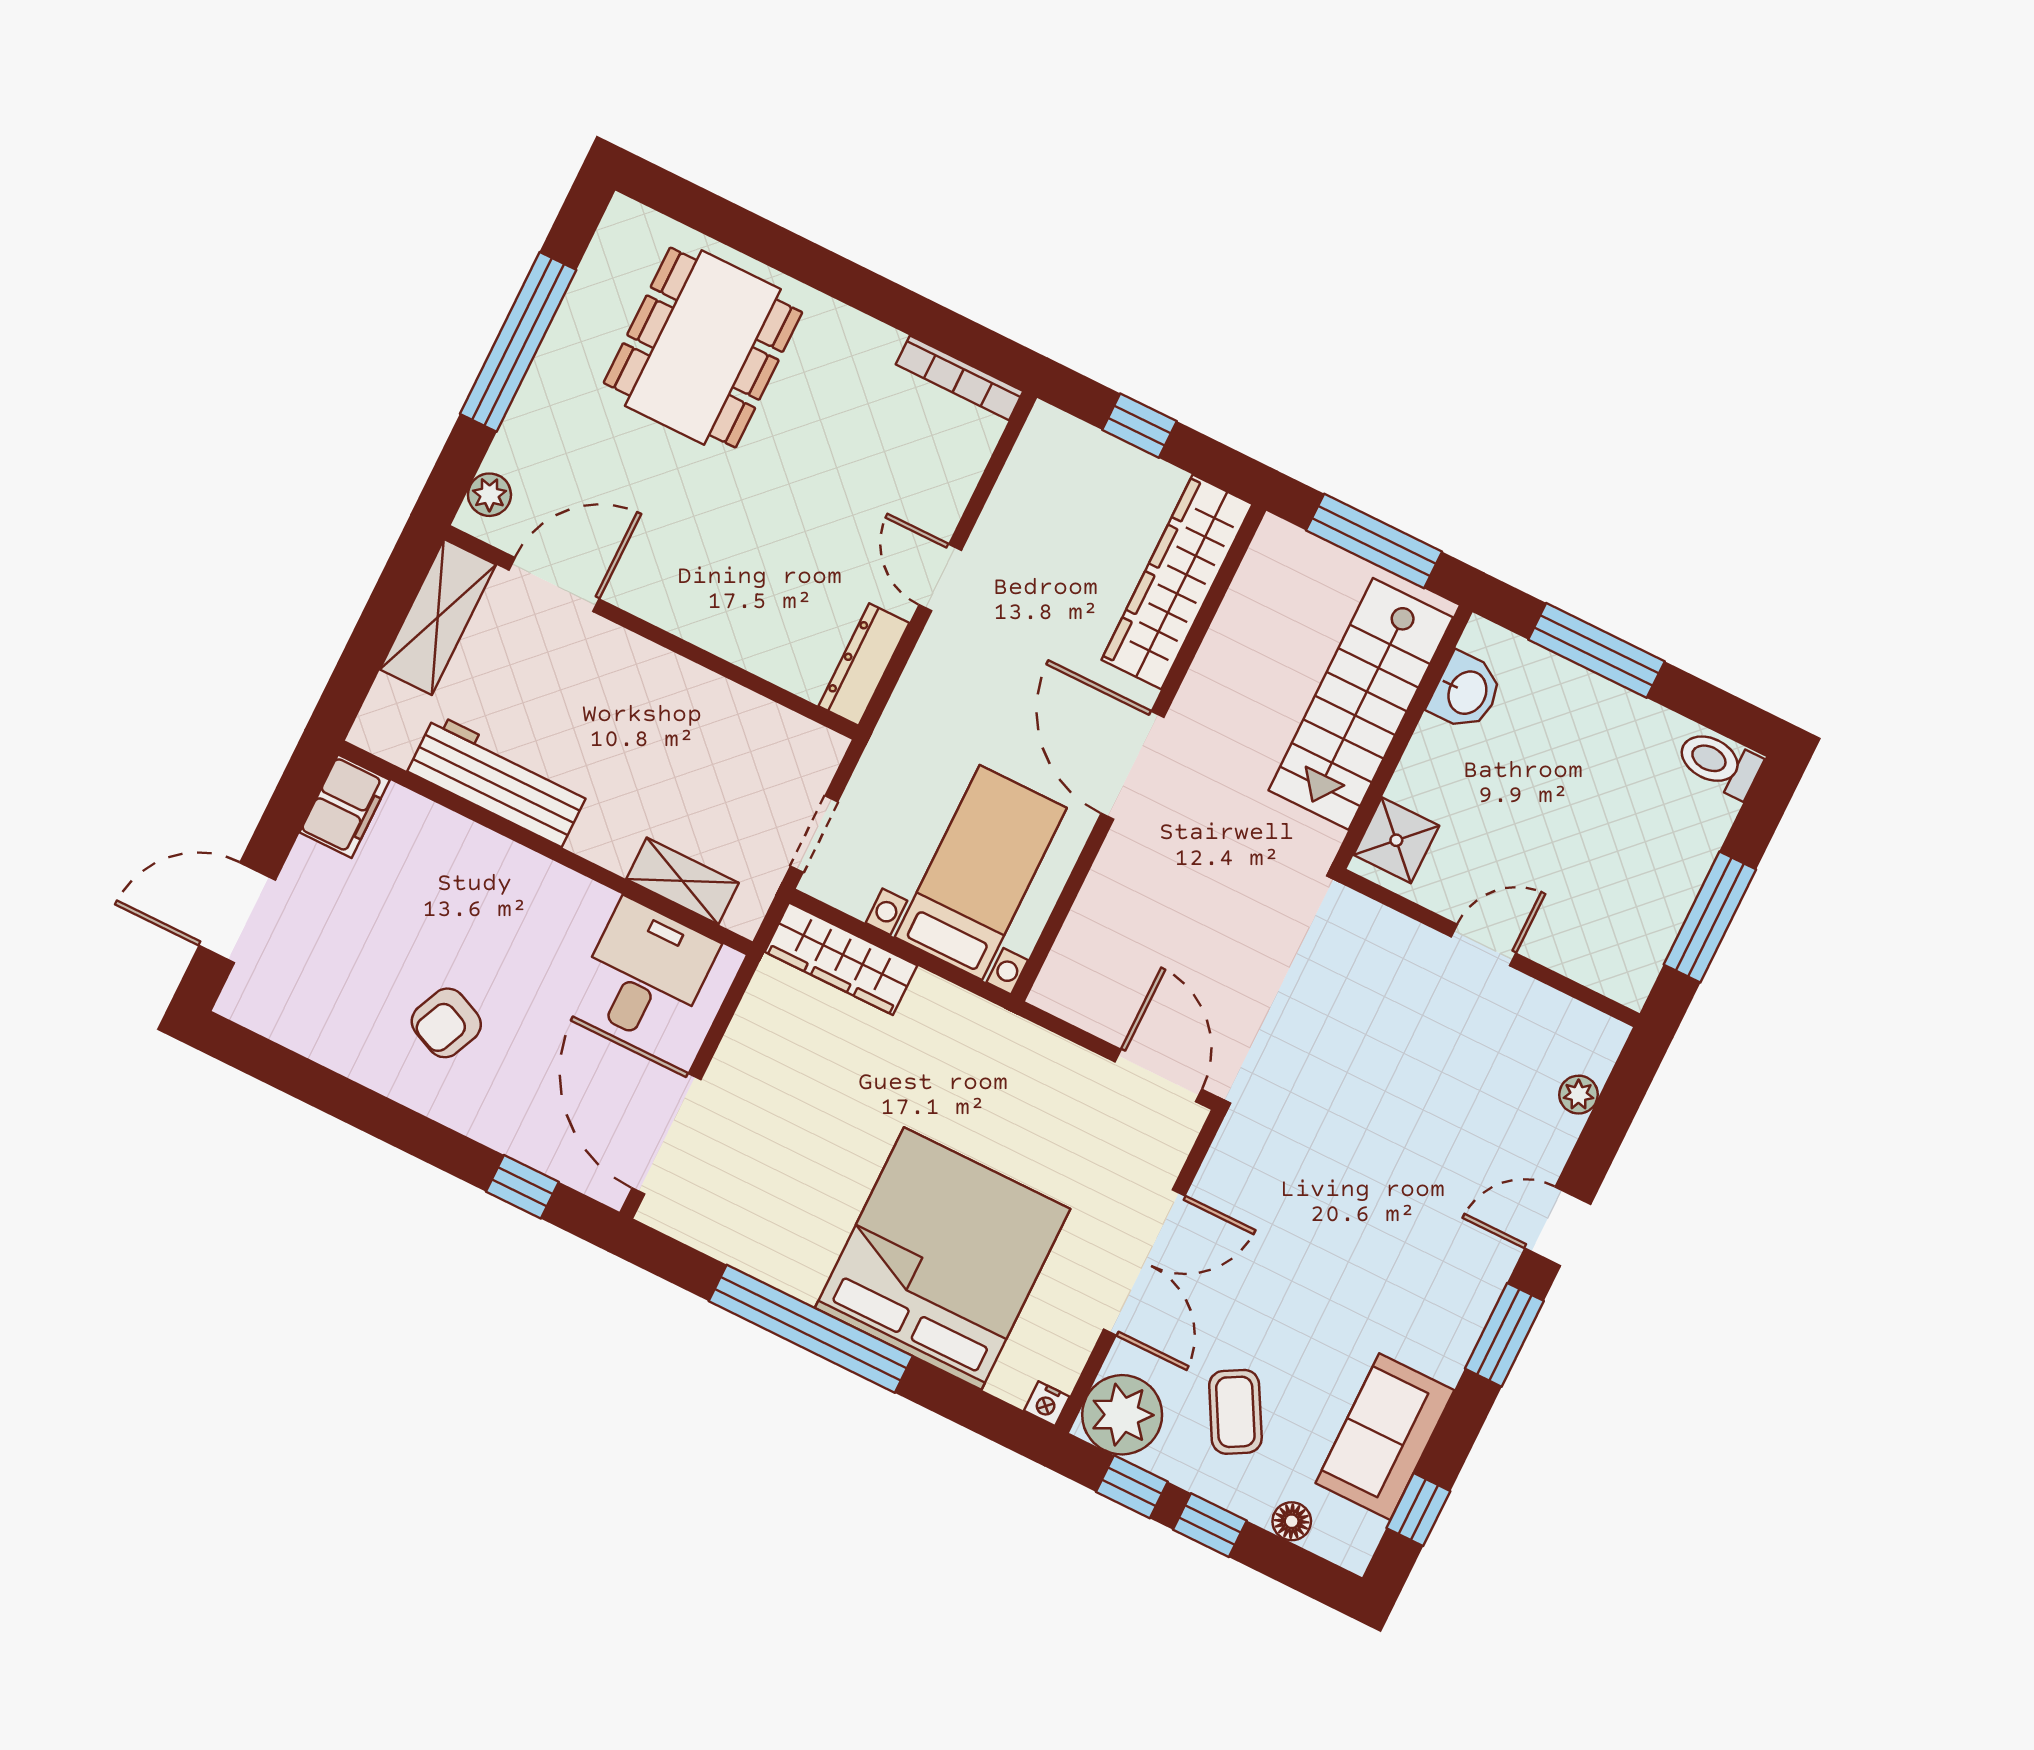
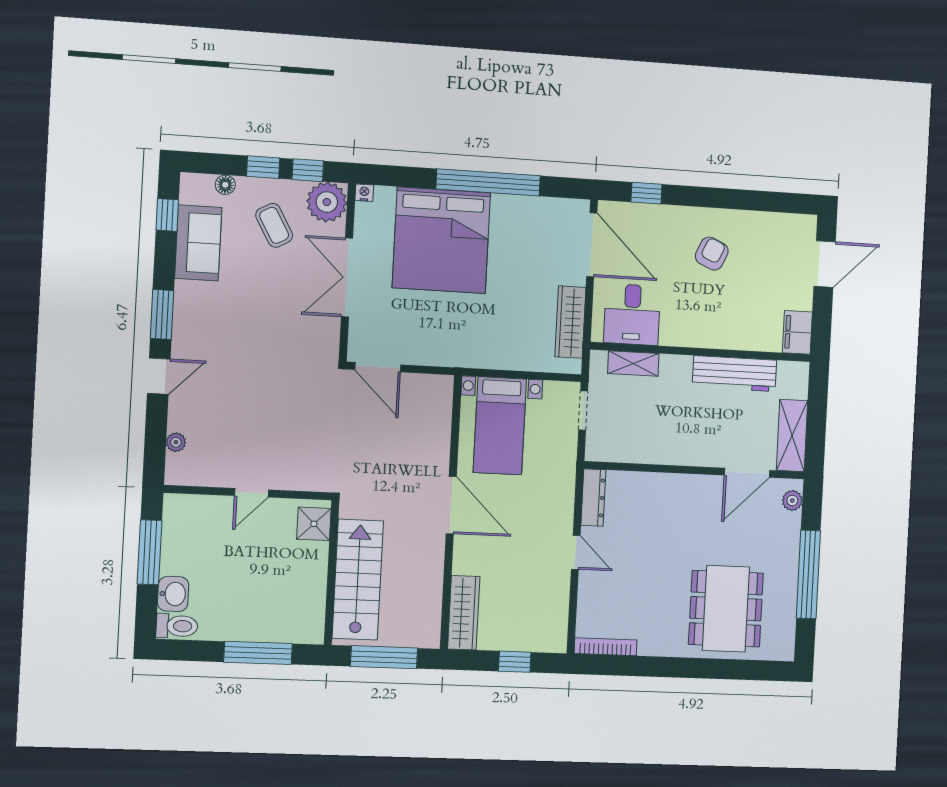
wardrobe: (1177, 582) -> (464, 613), width x0.71, depth x0.85
washbasin: (1466, 692) -> (173, 594), moved, turned 180
wardrobe: (841, 959) -> (570, 322), moved, turned -90

